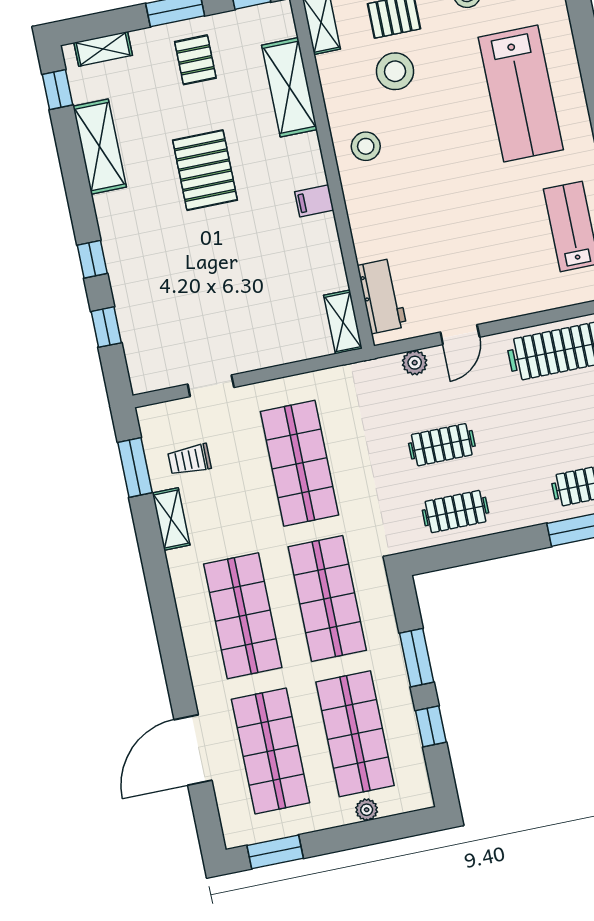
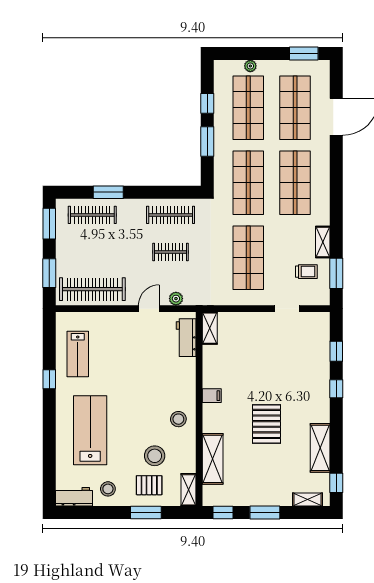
pallet: (195, 60) -> (260, 484), removed
clothes rail: (455, 512) -> (171, 215), width x1.36

